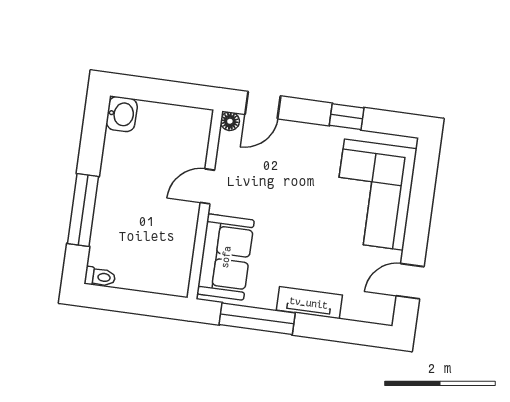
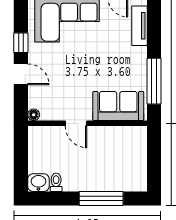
door: (263, 105) -> (21, 74), moved
toilet: (100, 277) -> (56, 182), moved
tv unit: (309, 303) -> (139, 26), moved

